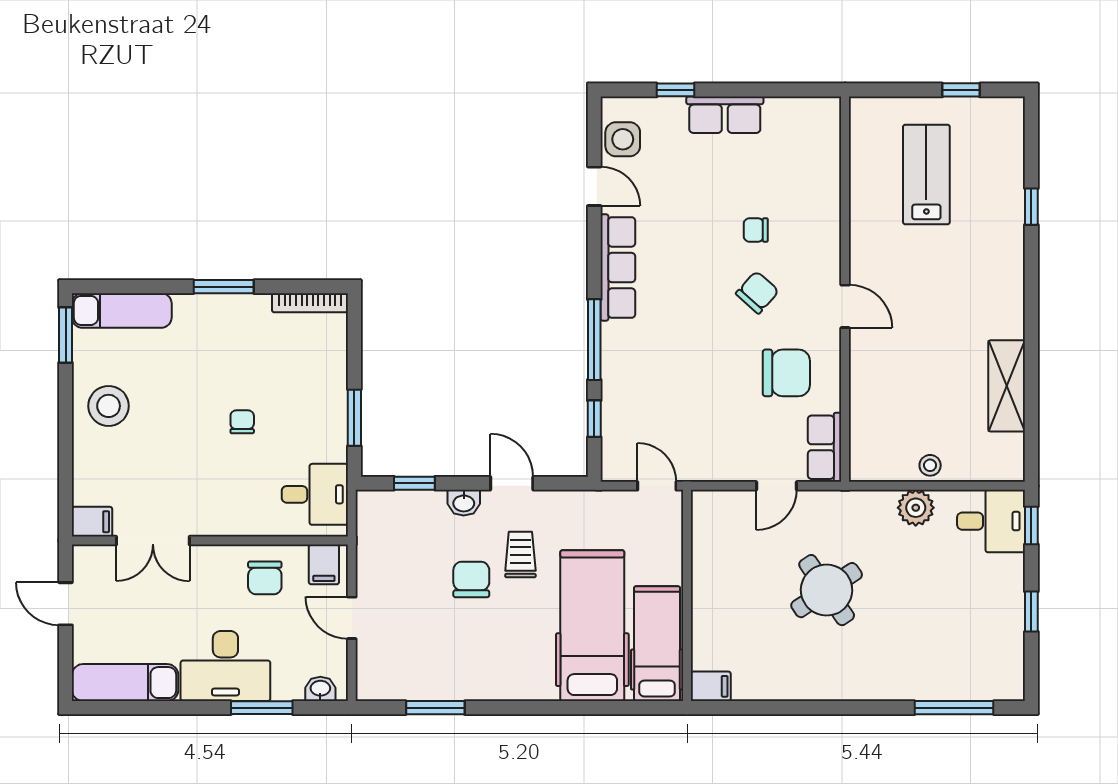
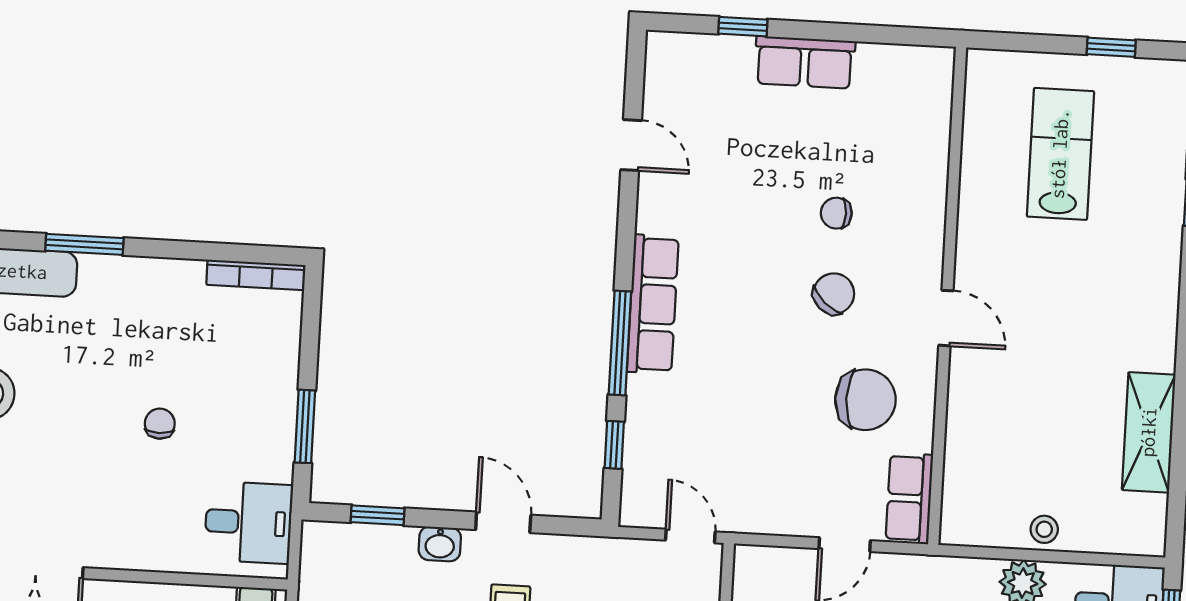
side table: (623, 139) -> (671, 86), removed
row of seats: (618, 268) -> (653, 304), moved
window: (224, 287) -> (84, 244), moved

